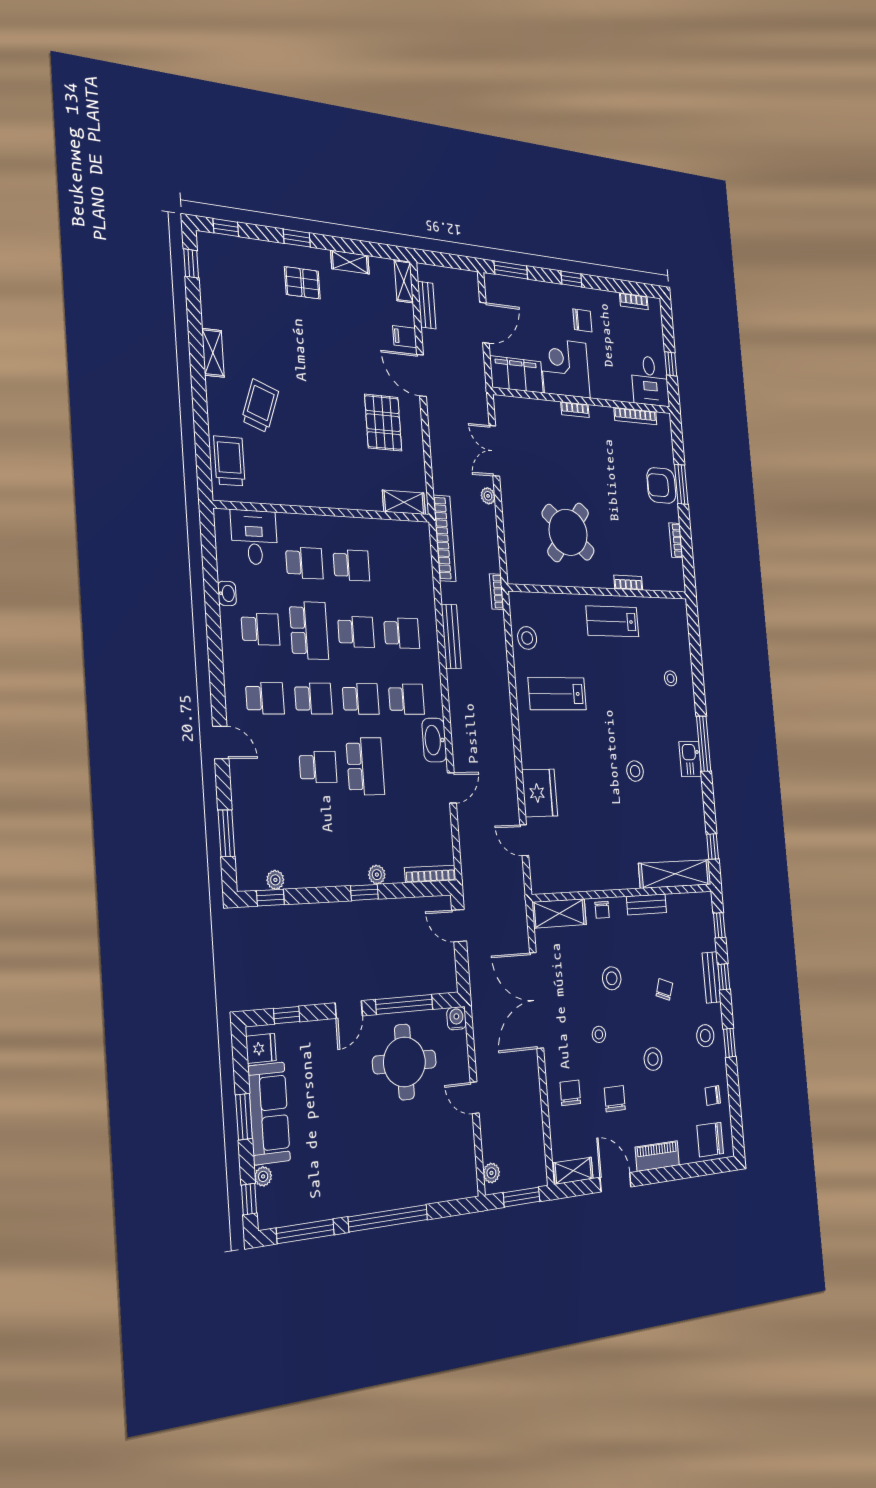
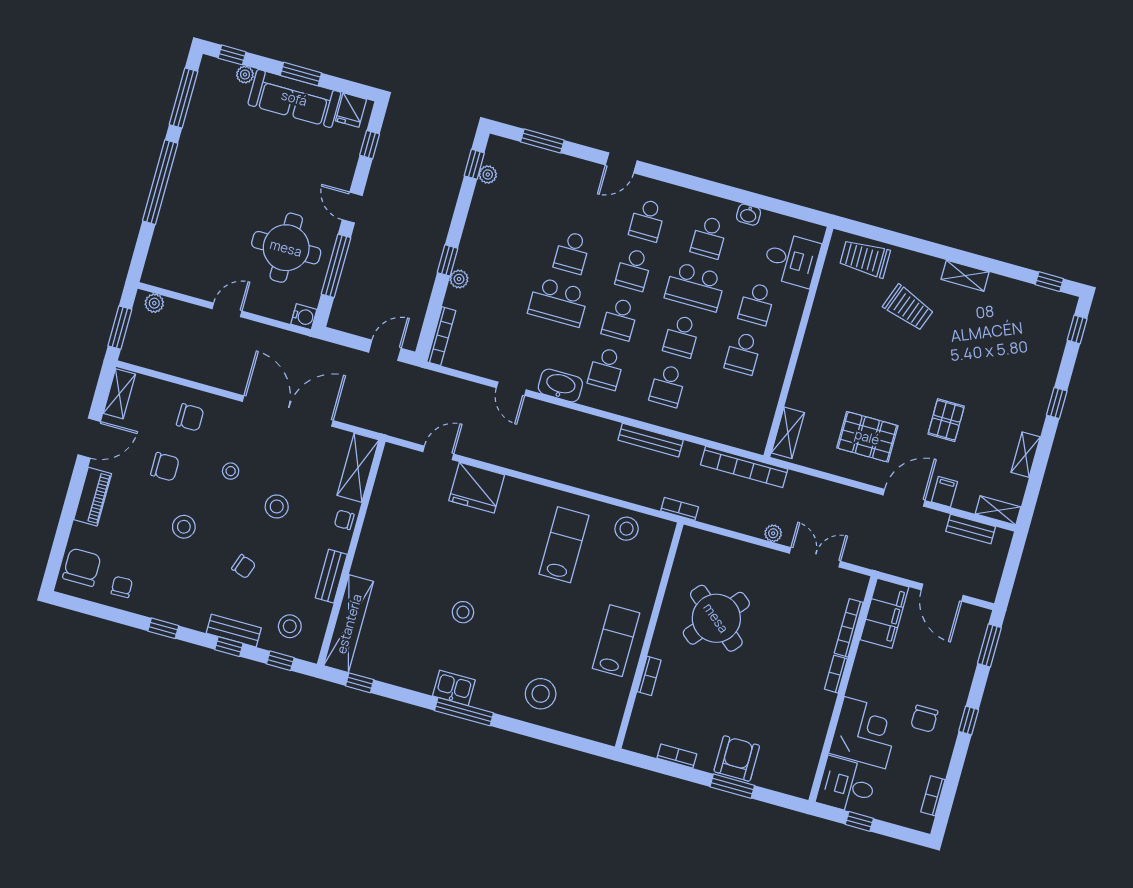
pallet: (302, 283) -> (946, 420), moved
corner desk: (565, 368) -> (865, 733), moved
bookcase: (635, 416) -> (849, 628), moved
trolley: (229, 461) -> (865, 258), turned 180
stool: (671, 678) -> (541, 694), width x1.89, depth x1.89
stool: (705, 1036) -> (290, 626), moved

